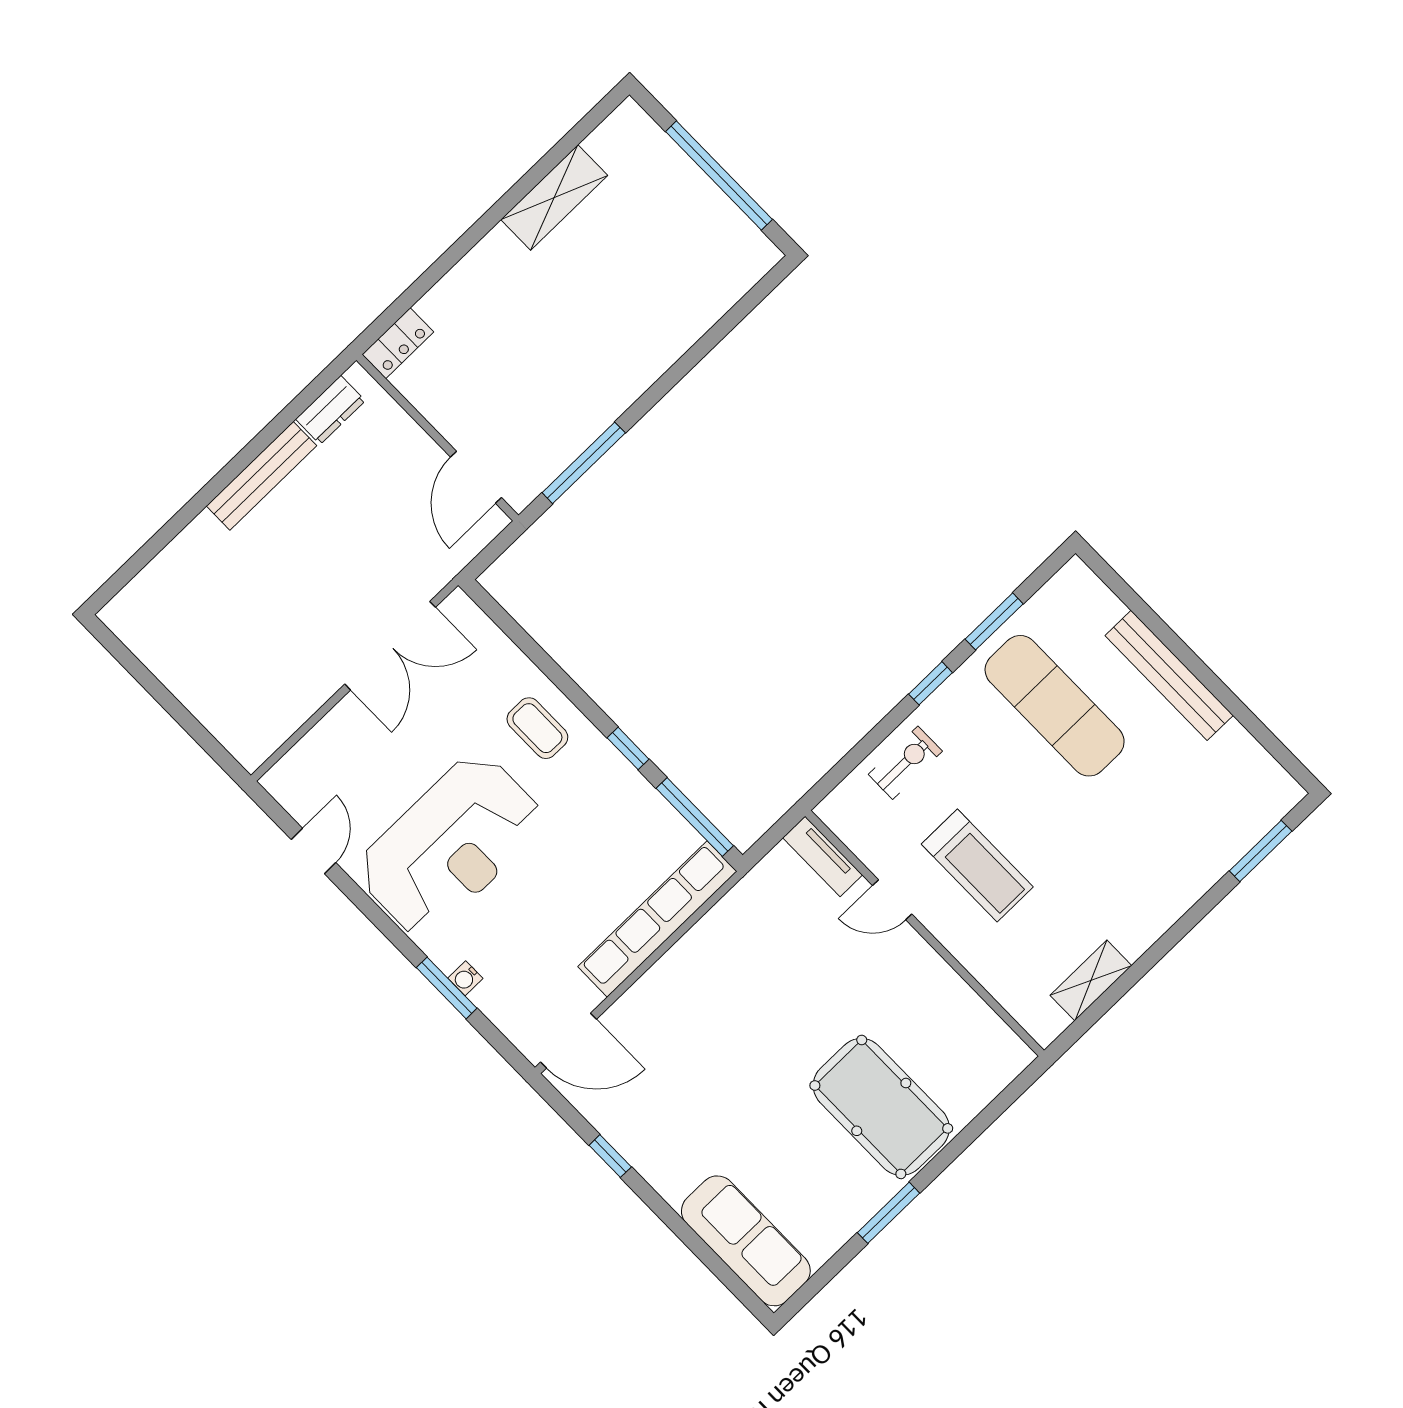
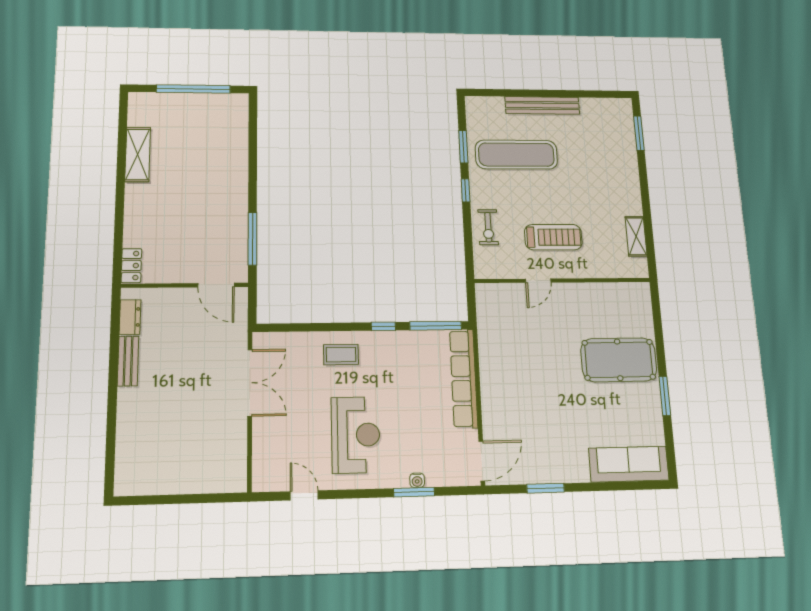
bench: (261, 476) -> (128, 361), width x0.73
exercise bike: (905, 763) -> (488, 227), turned 180
reception desk: (450, 845) -> (356, 435), width x0.74, depth x0.77
tv unit: (823, 856) -> (497, 291), removed
window: (610, 1156) -> (546, 488), width x1.50

